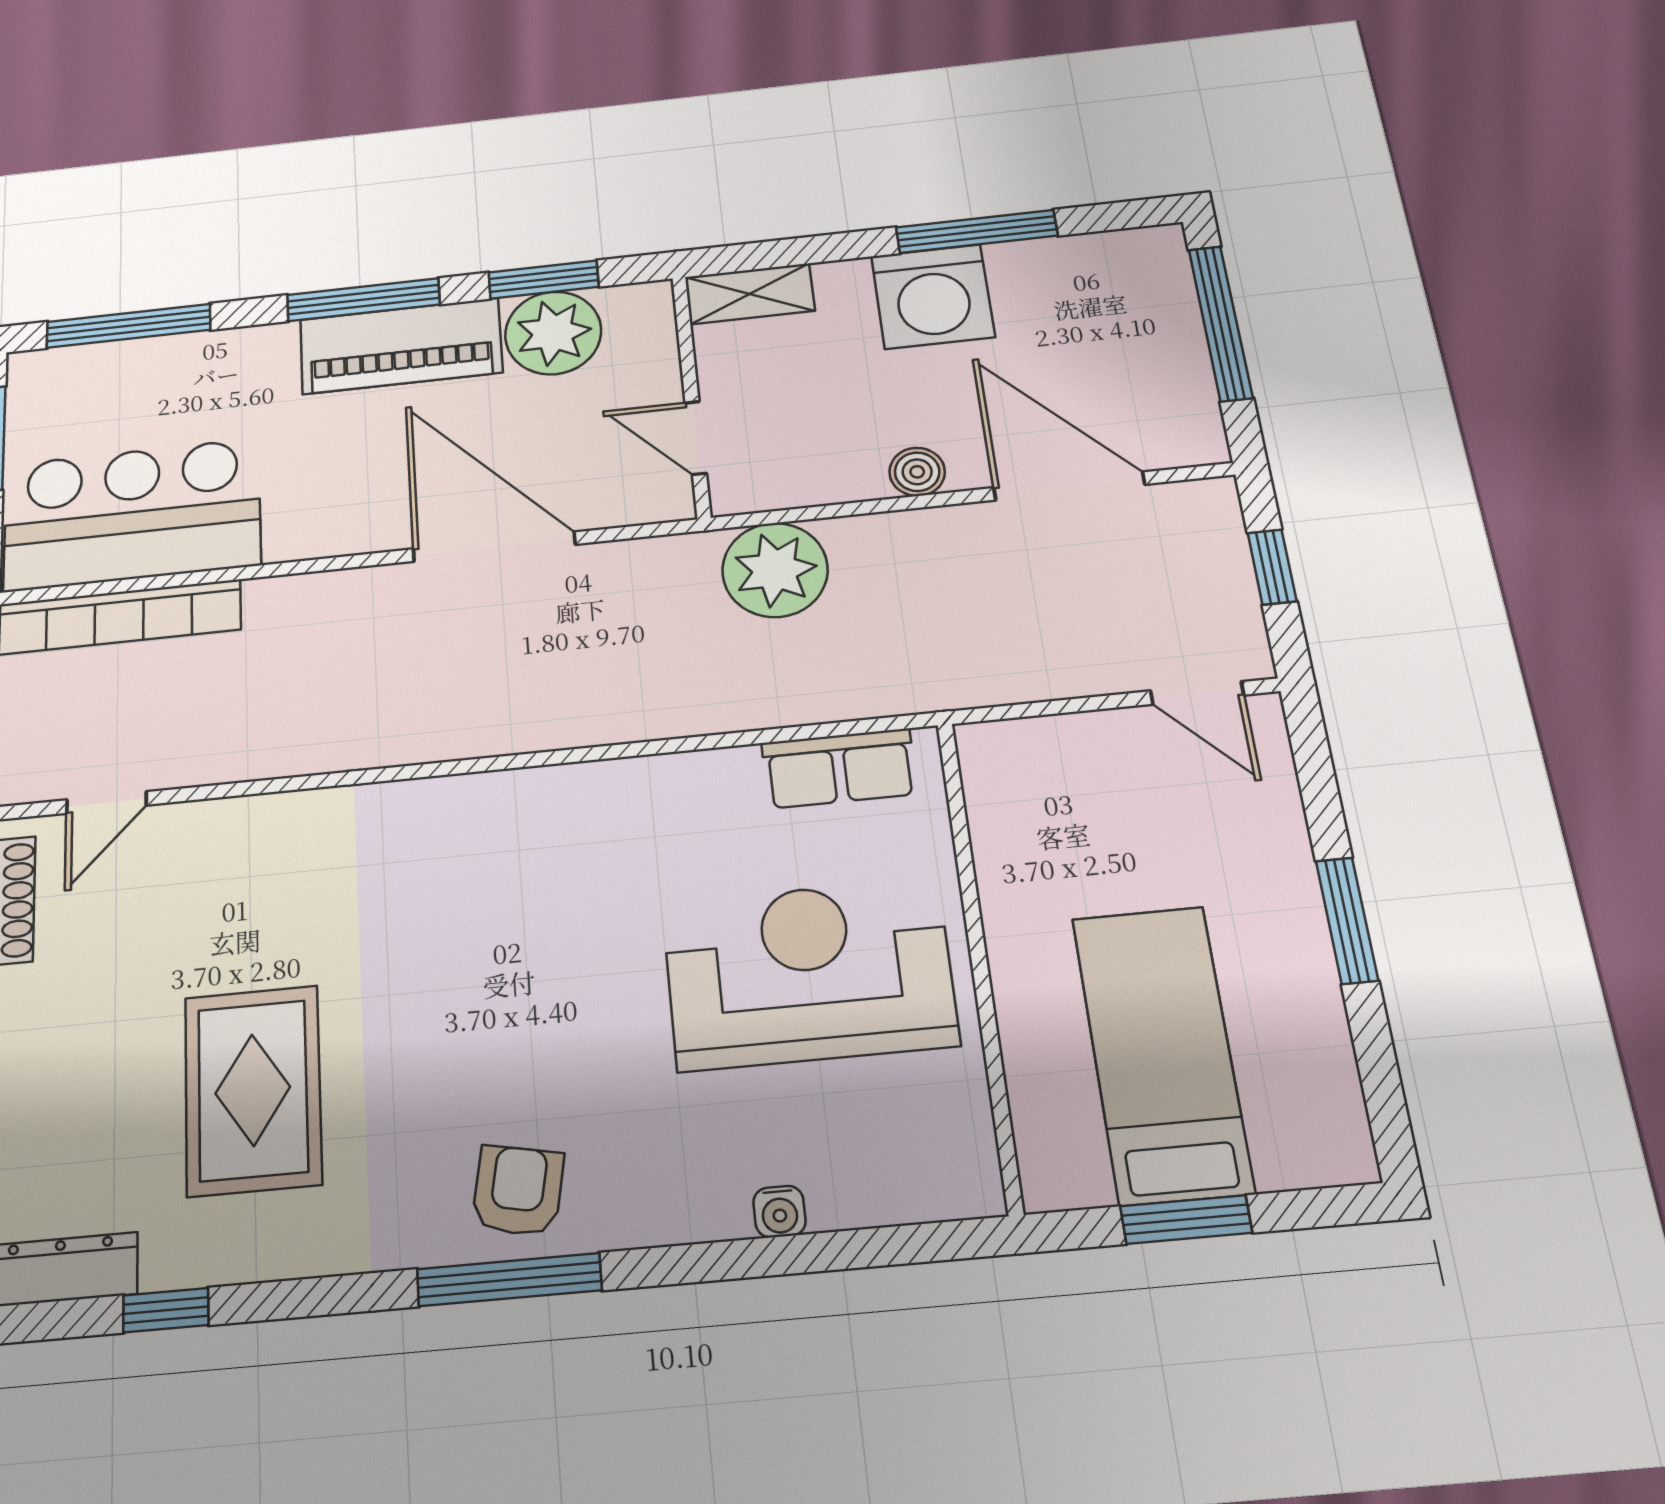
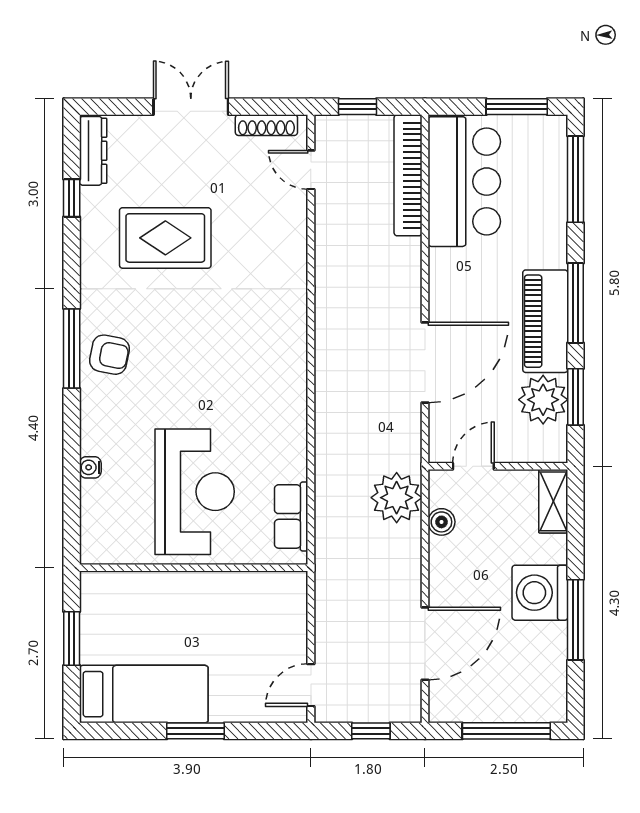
boiler: (917, 472) -> (441, 522), moved
bed: (1162, 1053) -> (144, 694), moved

